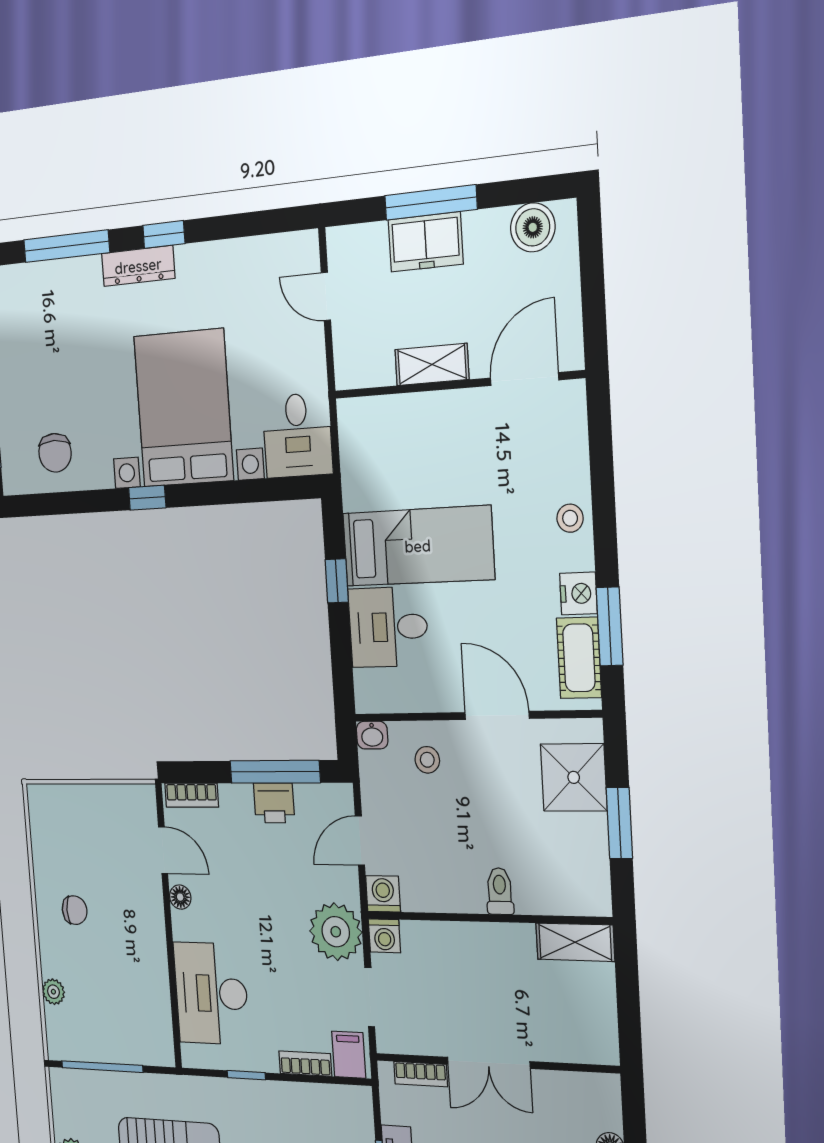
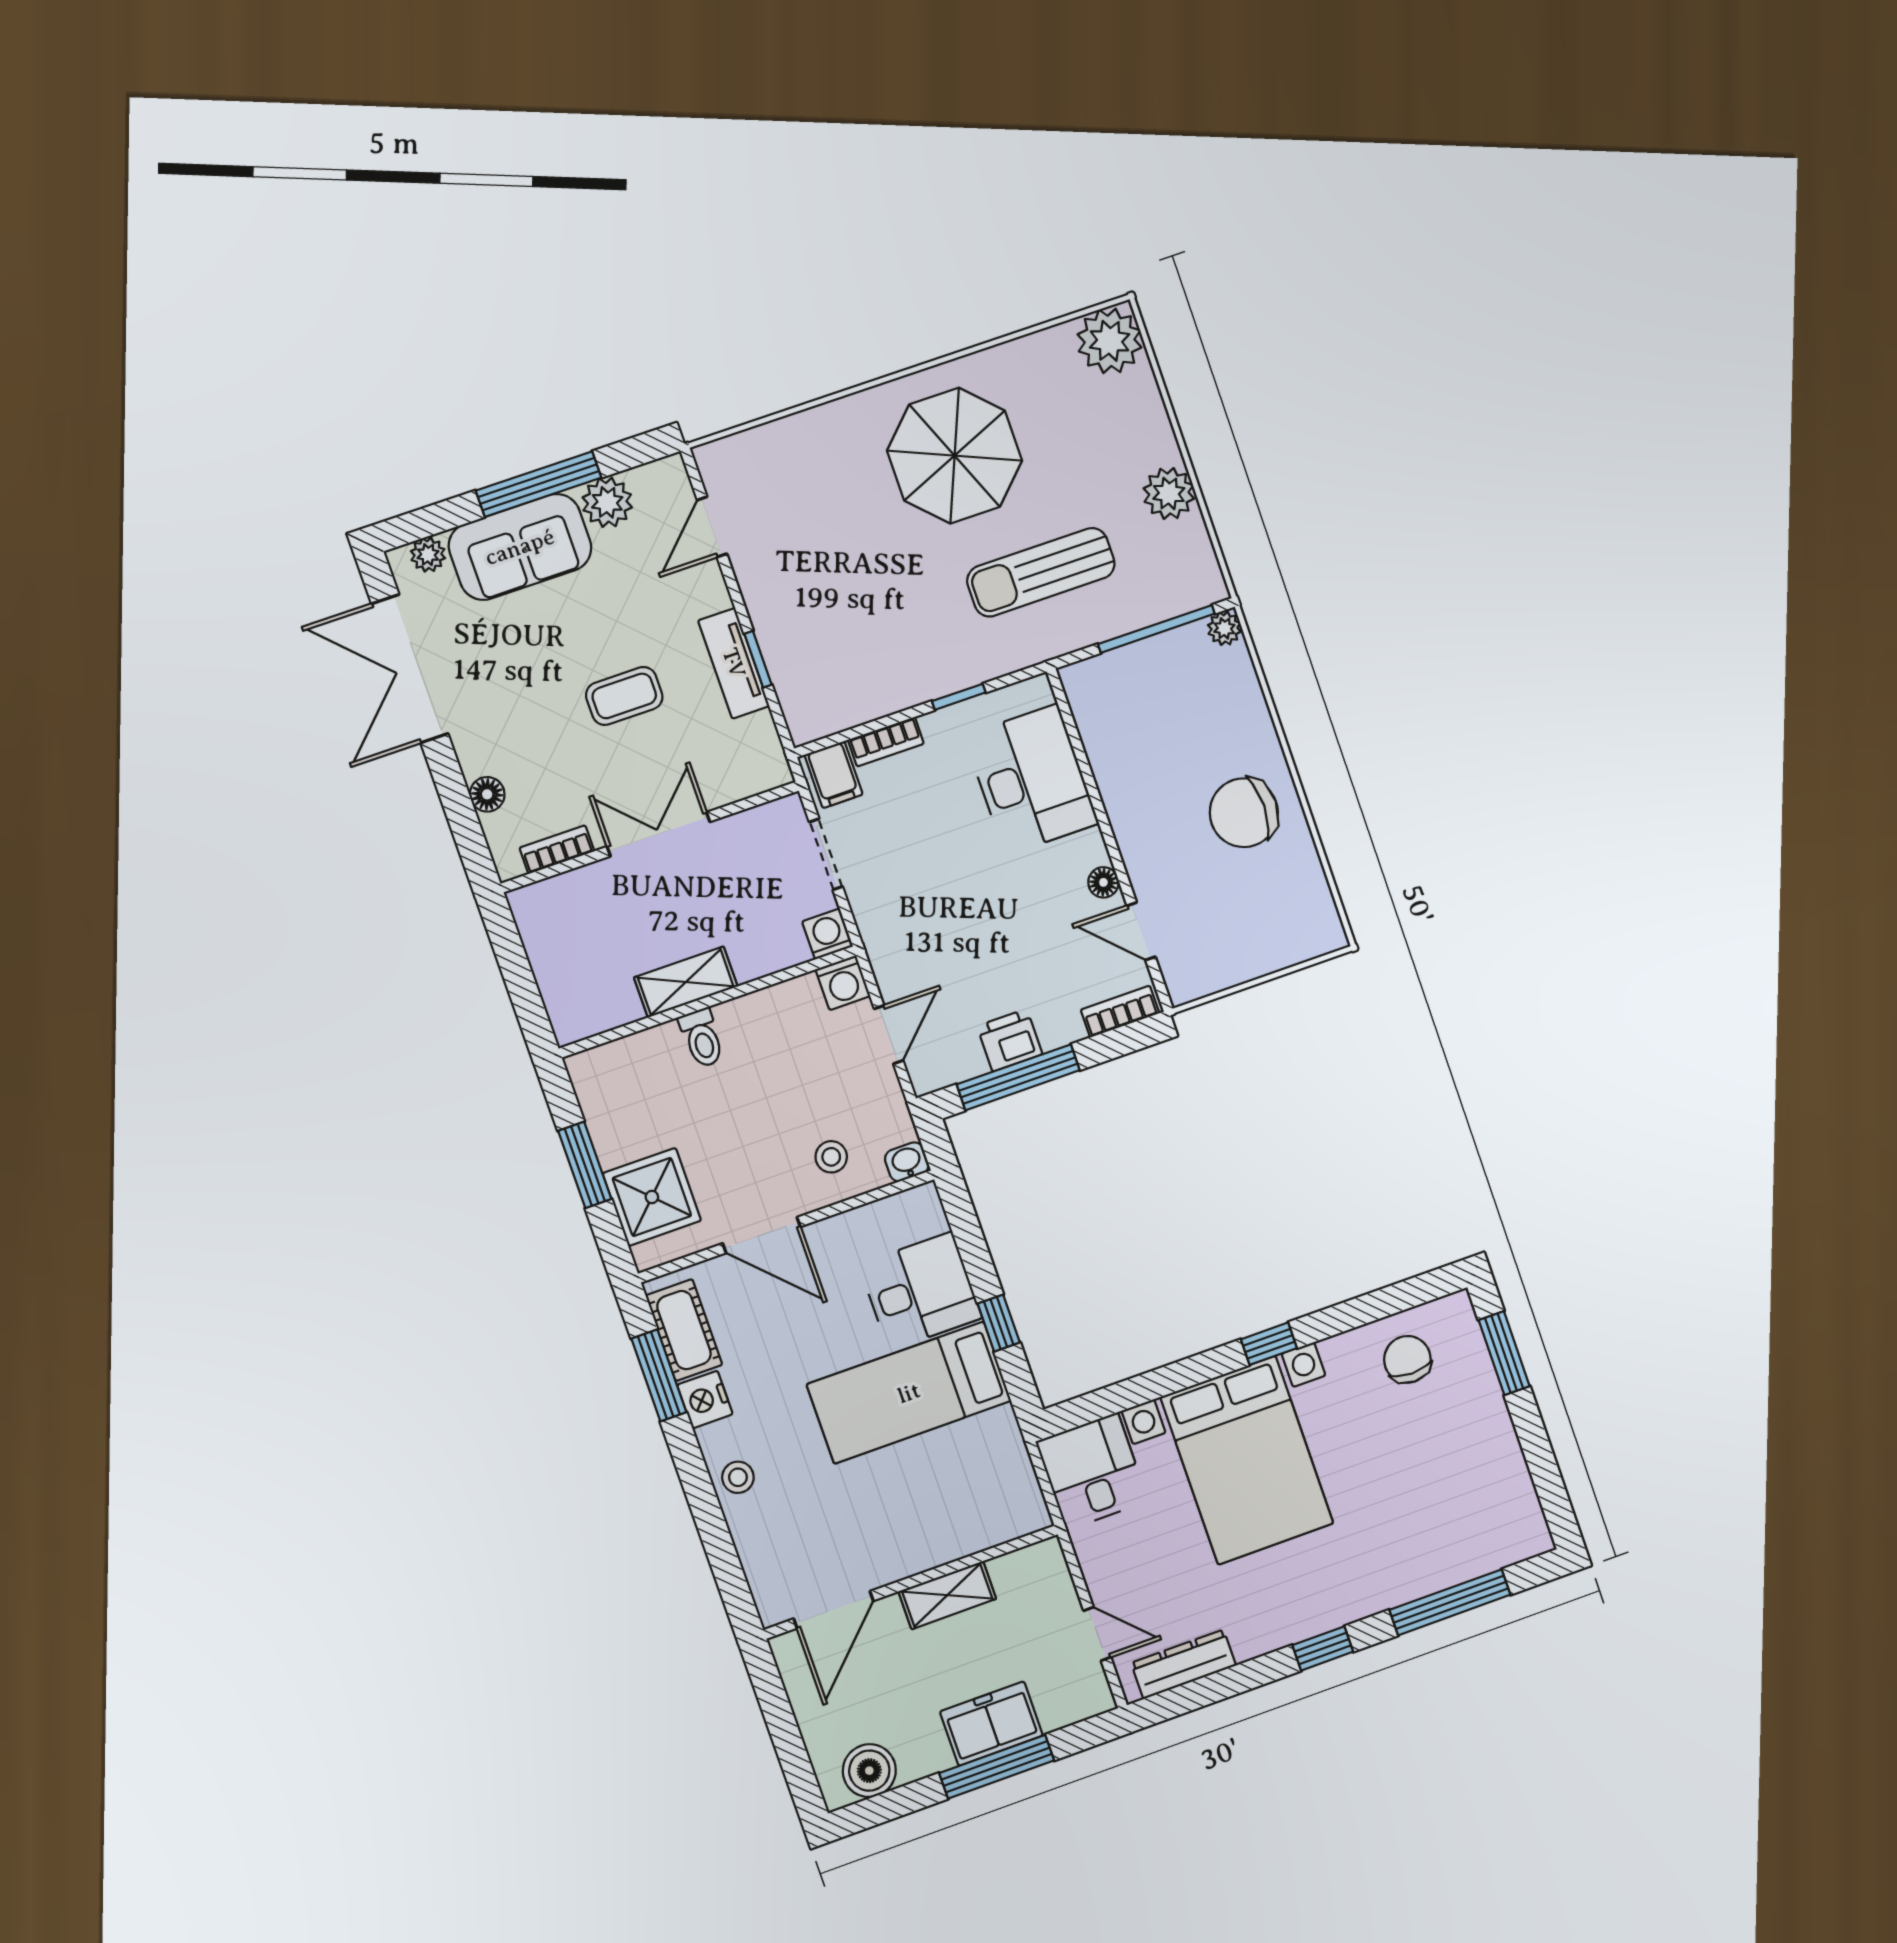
dresser: (138, 266) -> (1184, 1664), moved
chair: (75, 910) -> (1244, 813), width x1.87, depth x1.87
plant: (336, 932) -> (890, 916), removed
shelving: (575, 942) -> (686, 982), moved
plant: (53, 992) -> (1224, 628), moved
bookcase: (421, 1074) -> (557, 849), moved

